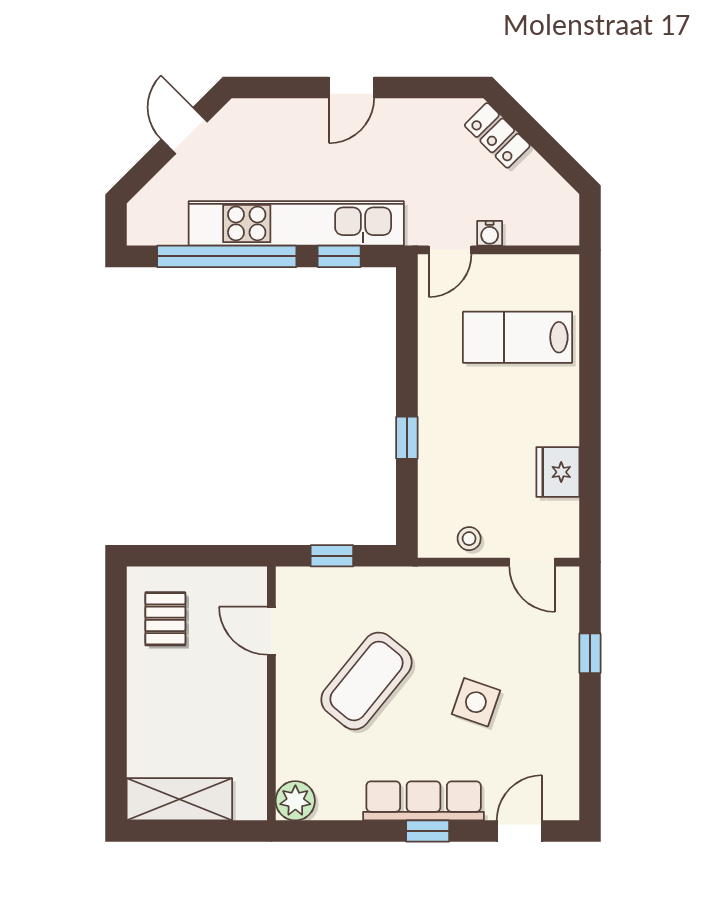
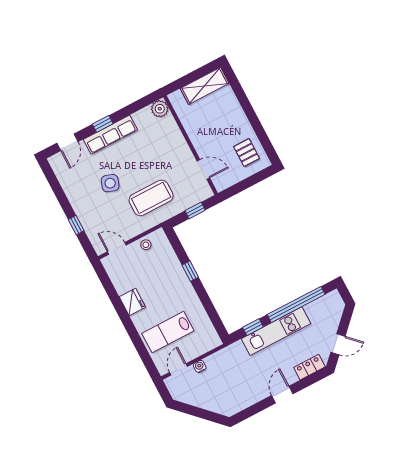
door: (184, 131) -> (338, 344), hinge flipped
locker: (497, 135) -> (309, 367), moved, turned -45
kitchen unit: (296, 223) -> (276, 331), width x0.73
door: (450, 250) -> (179, 369), moved
lab bench: (517, 337) -> (168, 332), turned 180
fridge: (558, 472) -> (132, 302), moved
coffee table: (367, 681) -> (151, 198), moved, turned 51

